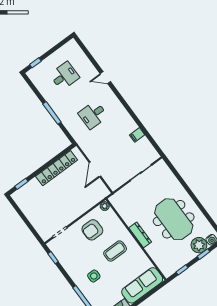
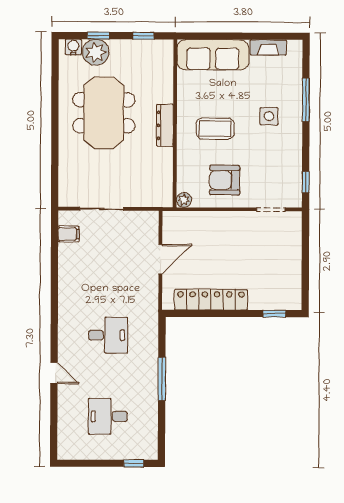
filing cabinet: (137, 135) -> (69, 234), moved
armchair: (92, 230) -> (225, 180), turned 180

